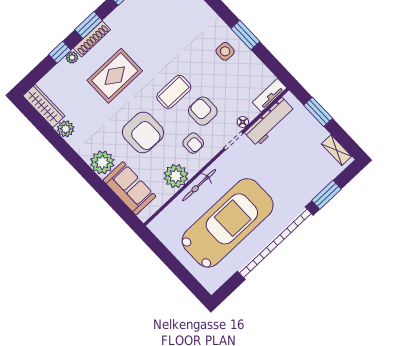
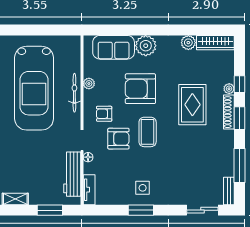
plant: (176, 176) -> (89, 84), width x0.53, depth x0.53

